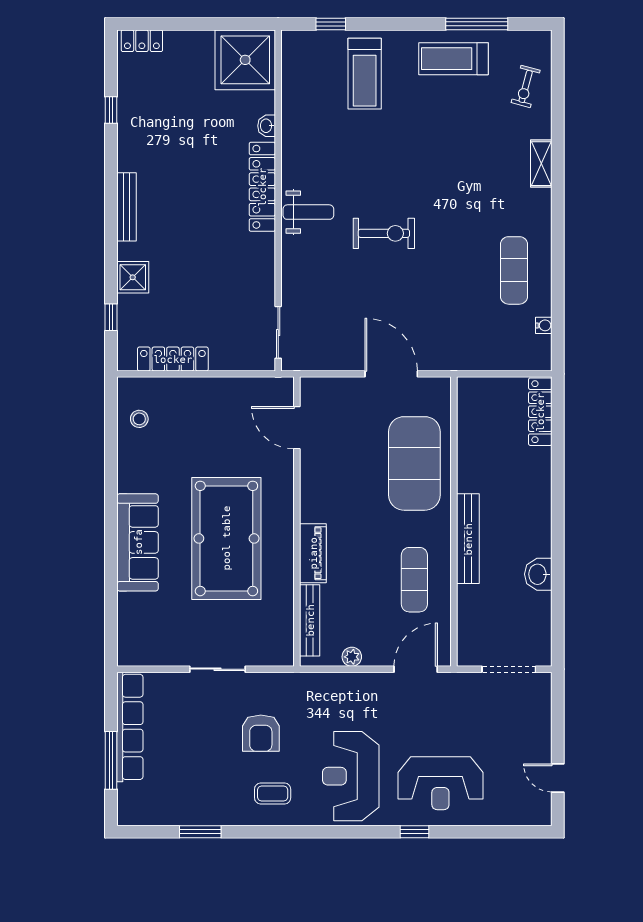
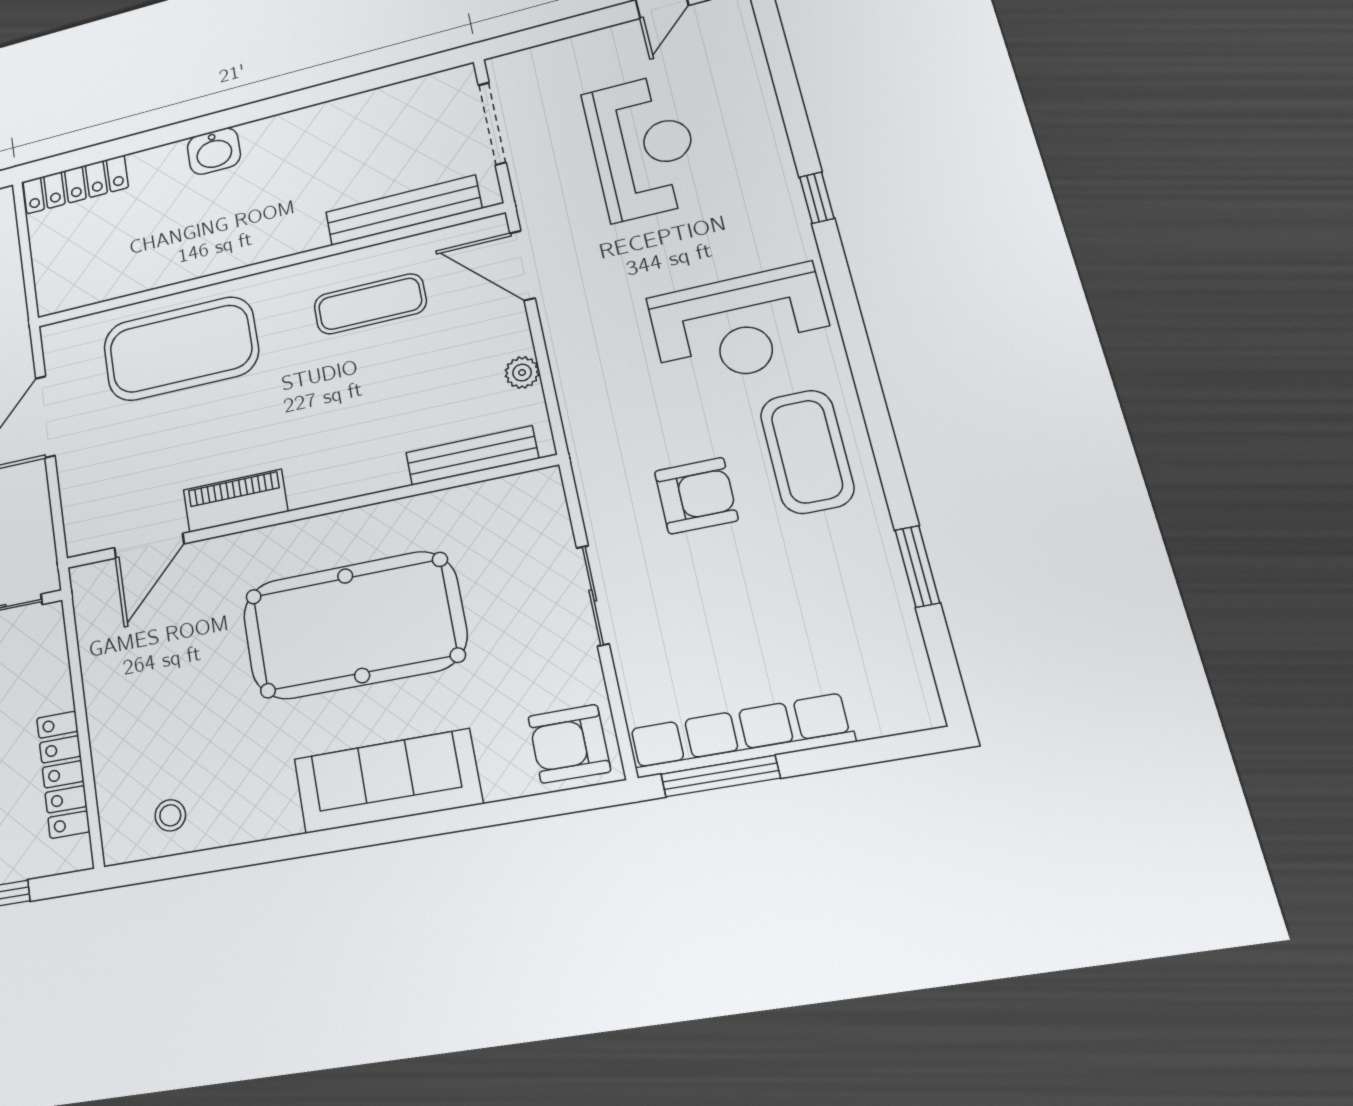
bench: (468, 539) -> (403, 210), moved
piano: (313, 553) -> (235, 501), moved
washbasin: (538, 574) -> (214, 151), moved
armchair: (141, 641) -> (569, 744), added
window: (111, 760) -> (720, 776), moved
reception desk: (440, 783) -> (643, 147), moved
coffee table: (273, 793) -> (807, 452), width x1.86, depth x1.72

